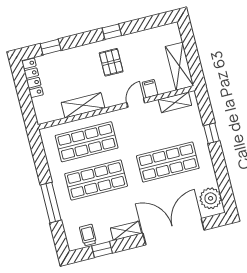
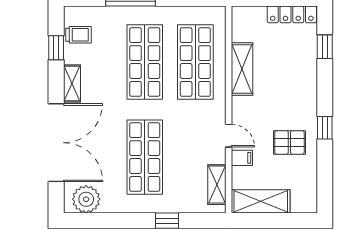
pallet: (111, 62) -> (289, 142), moved

